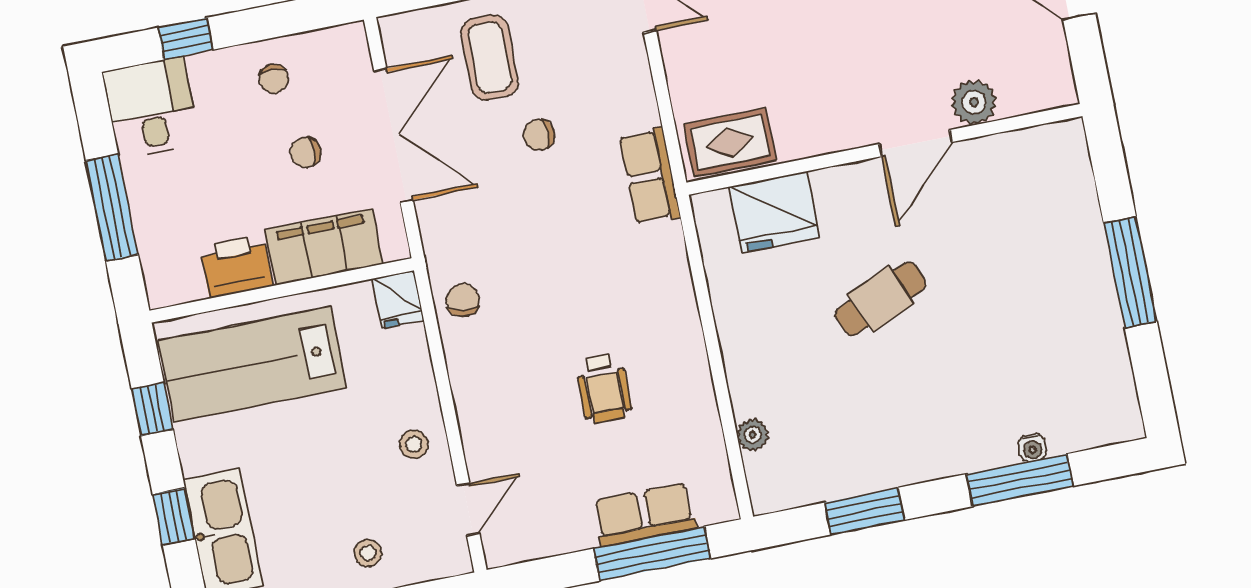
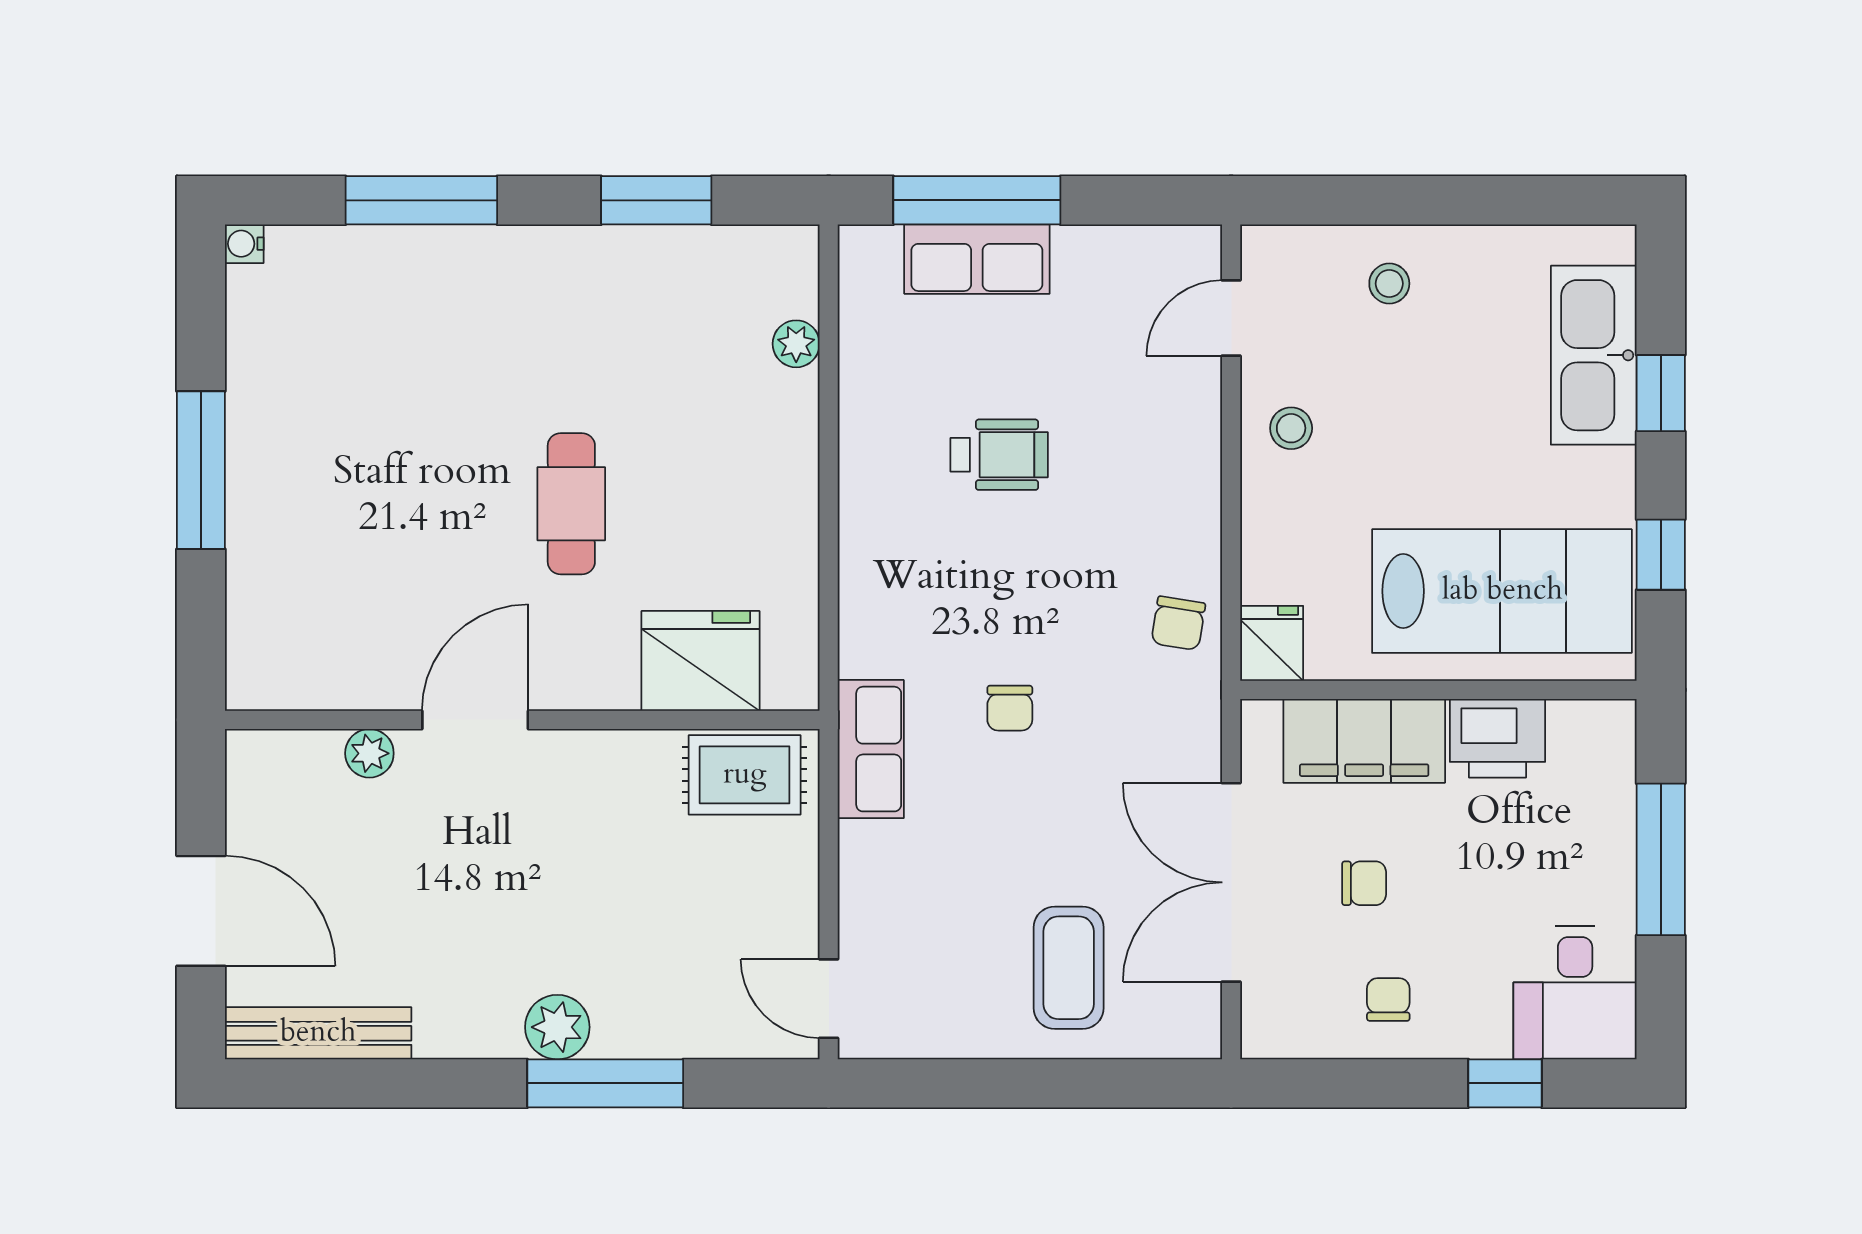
plant: (974, 102) -> (369, 753), width x0.73, depth x0.73
chair: (539, 135) -> (1010, 708), moved, turned 90
cafe table: (881, 299) -> (571, 504), turned -67
wheelchair: (604, 388) -> (999, 455), turned 90
water cooler: (1032, 448) -> (244, 244), moved, turned -90

